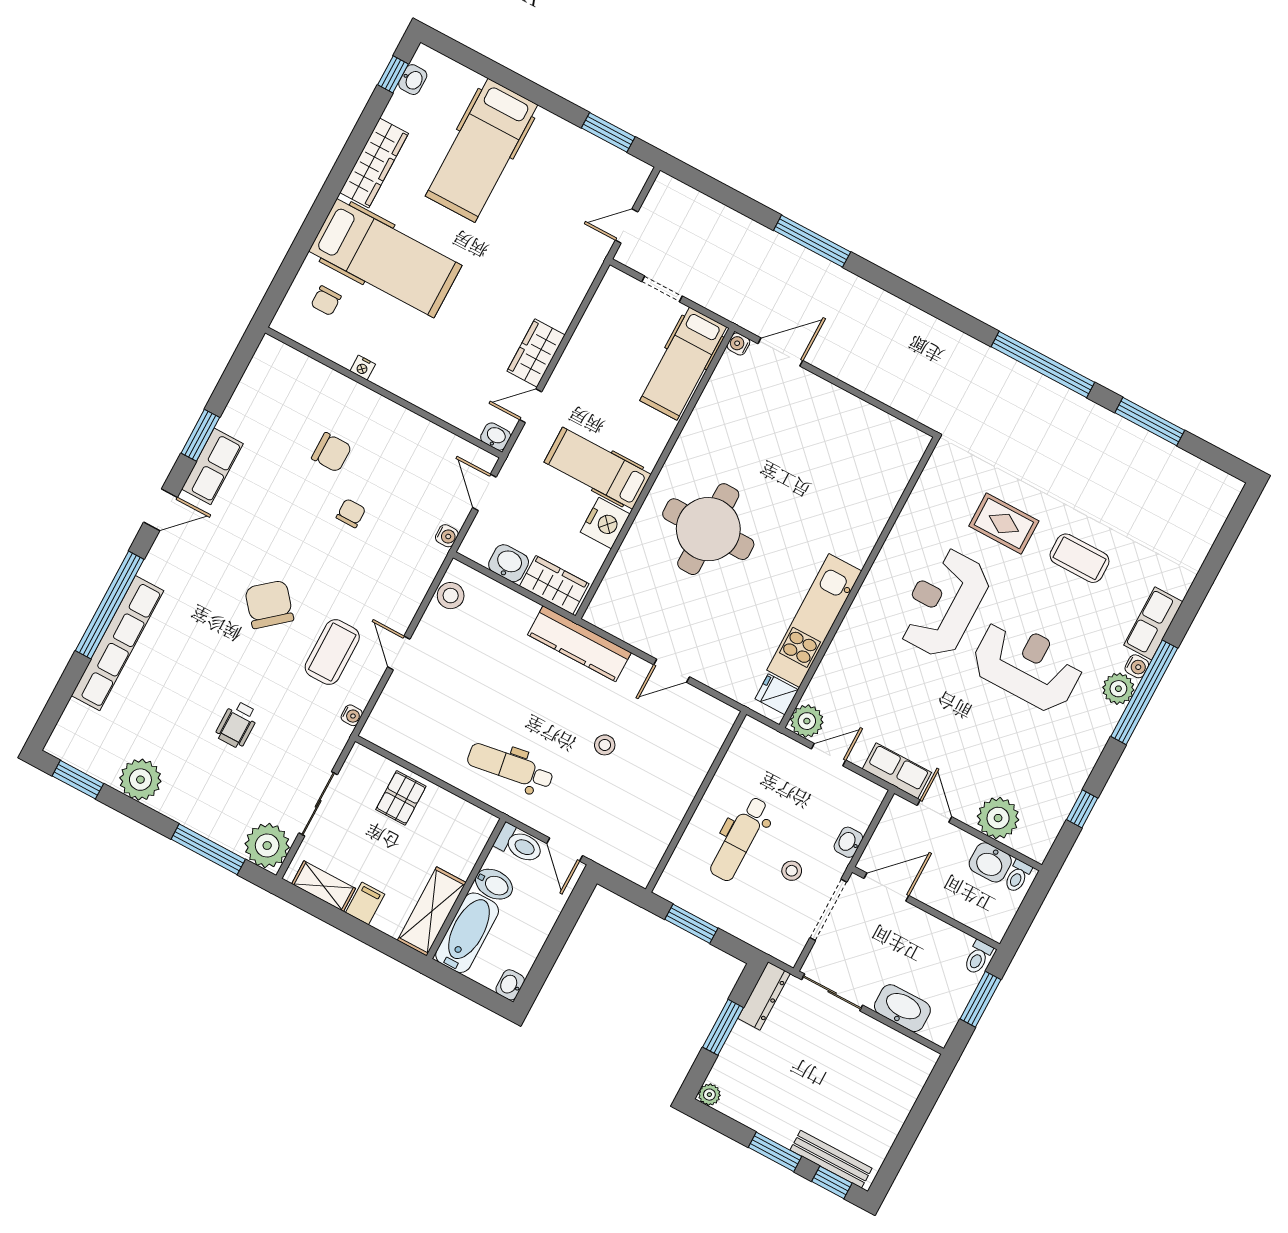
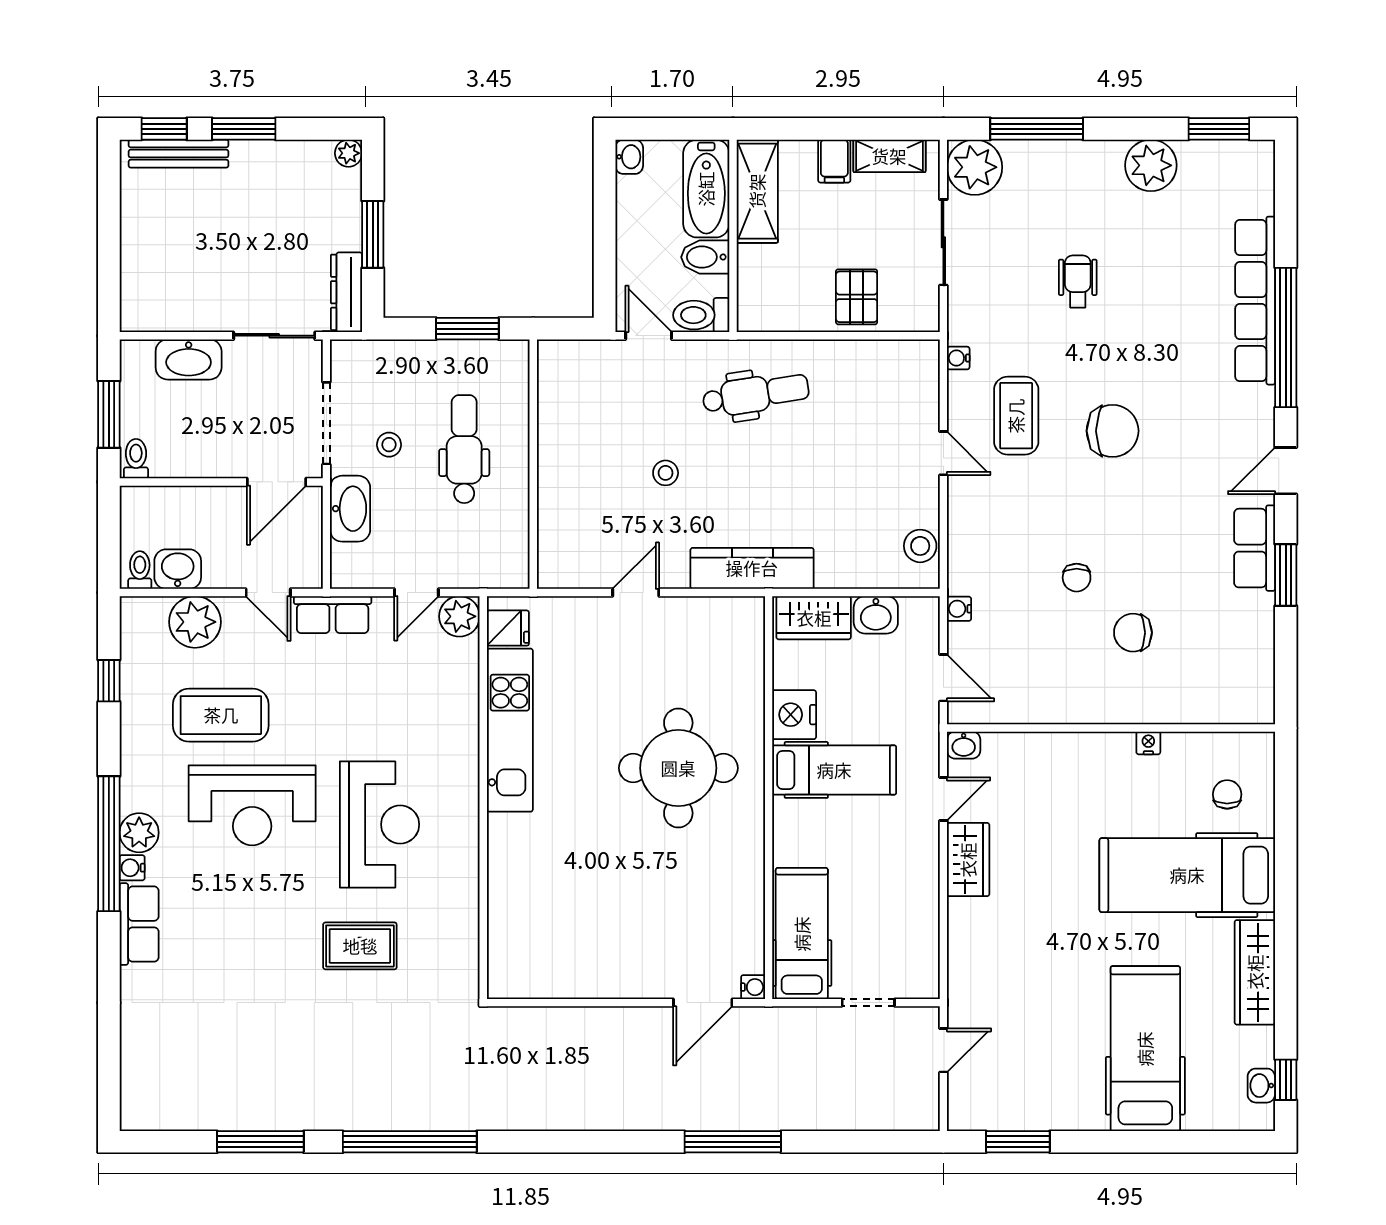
coffee table: (1080, 558) -> (221, 715), moved, width x1.36, depth x1.32
chair: (269, 604) -> (1113, 431), turned -50
washbasin: (848, 842) -> (350, 509), width x1.91, depth x1.45

